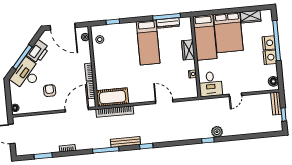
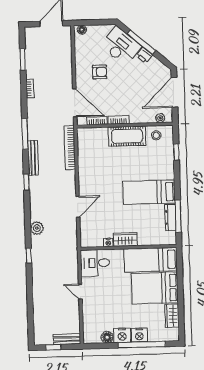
wardrobe: (188, 50) -> (125, 240), moved
printer: (38, 51) -> (144, 55), width x0.53, depth x0.68
floor lamp: (273, 81) -> (107, 337), moved
cot: (113, 97) -> (127, 136), moved, turned 90
plant: (217, 132) -> (37, 228), moved

